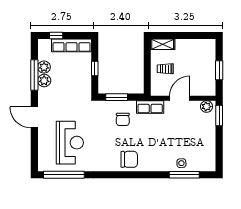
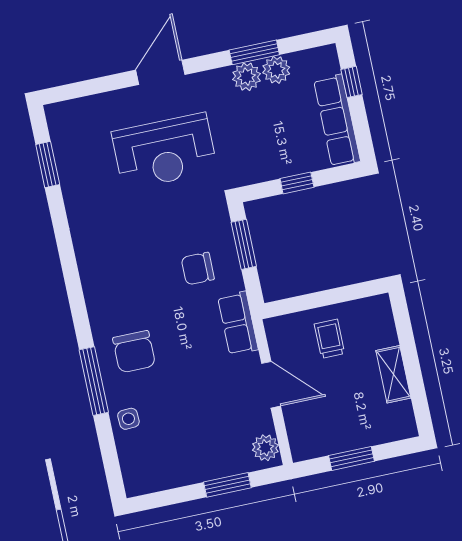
shelving: (163, 44) -> (393, 374), moved
window: (34, 75) -> (254, 52), width x0.69
window: (219, 115) -> (227, 485), moved
reception desk: (70, 143) -> (165, 151), moved
chair: (129, 159) -> (134, 352), moved
window: (64, 175) -> (48, 164), width x0.47
window: (184, 175) -> (94, 381), moved

